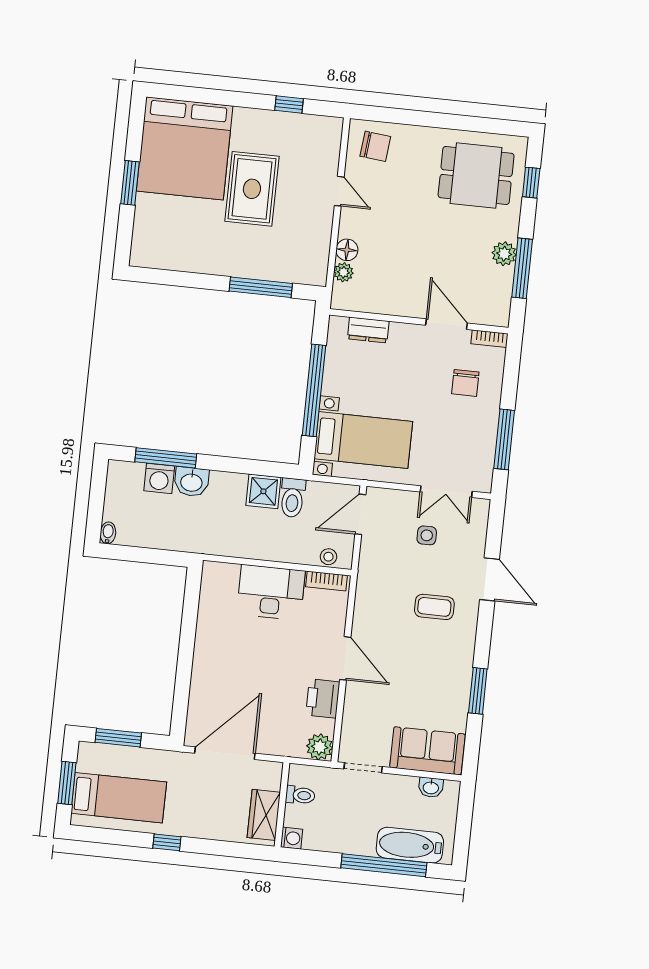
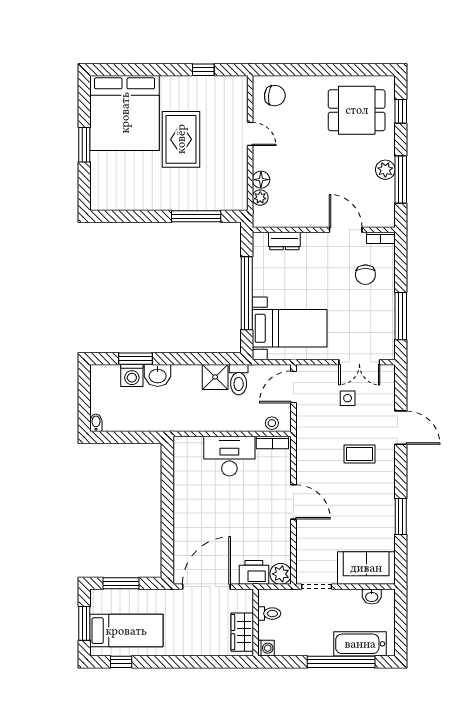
window: (166, 458) -> (135, 359), width x0.69
printer: (323, 699) -> (254, 572), moved, turned 90
window: (167, 842) -> (121, 662), moved

